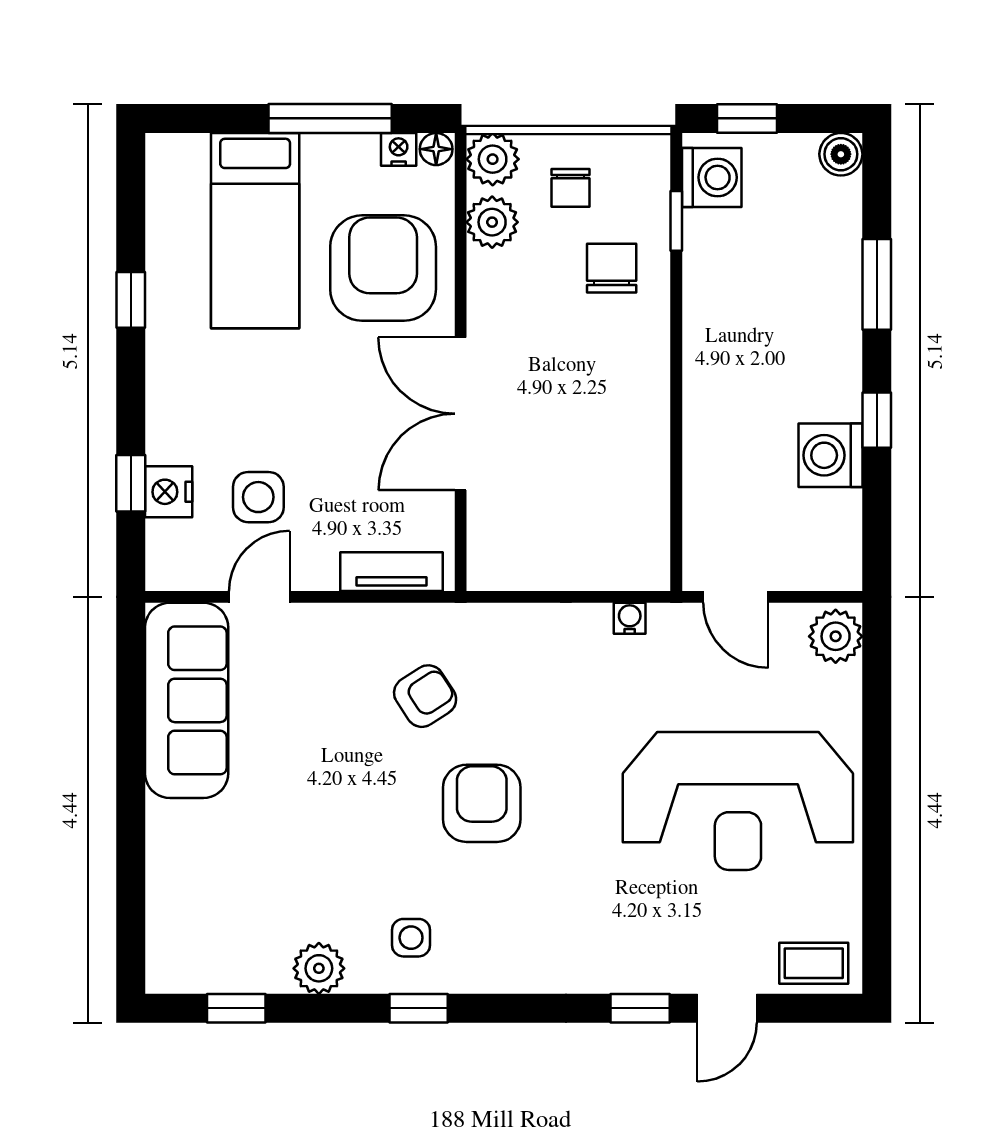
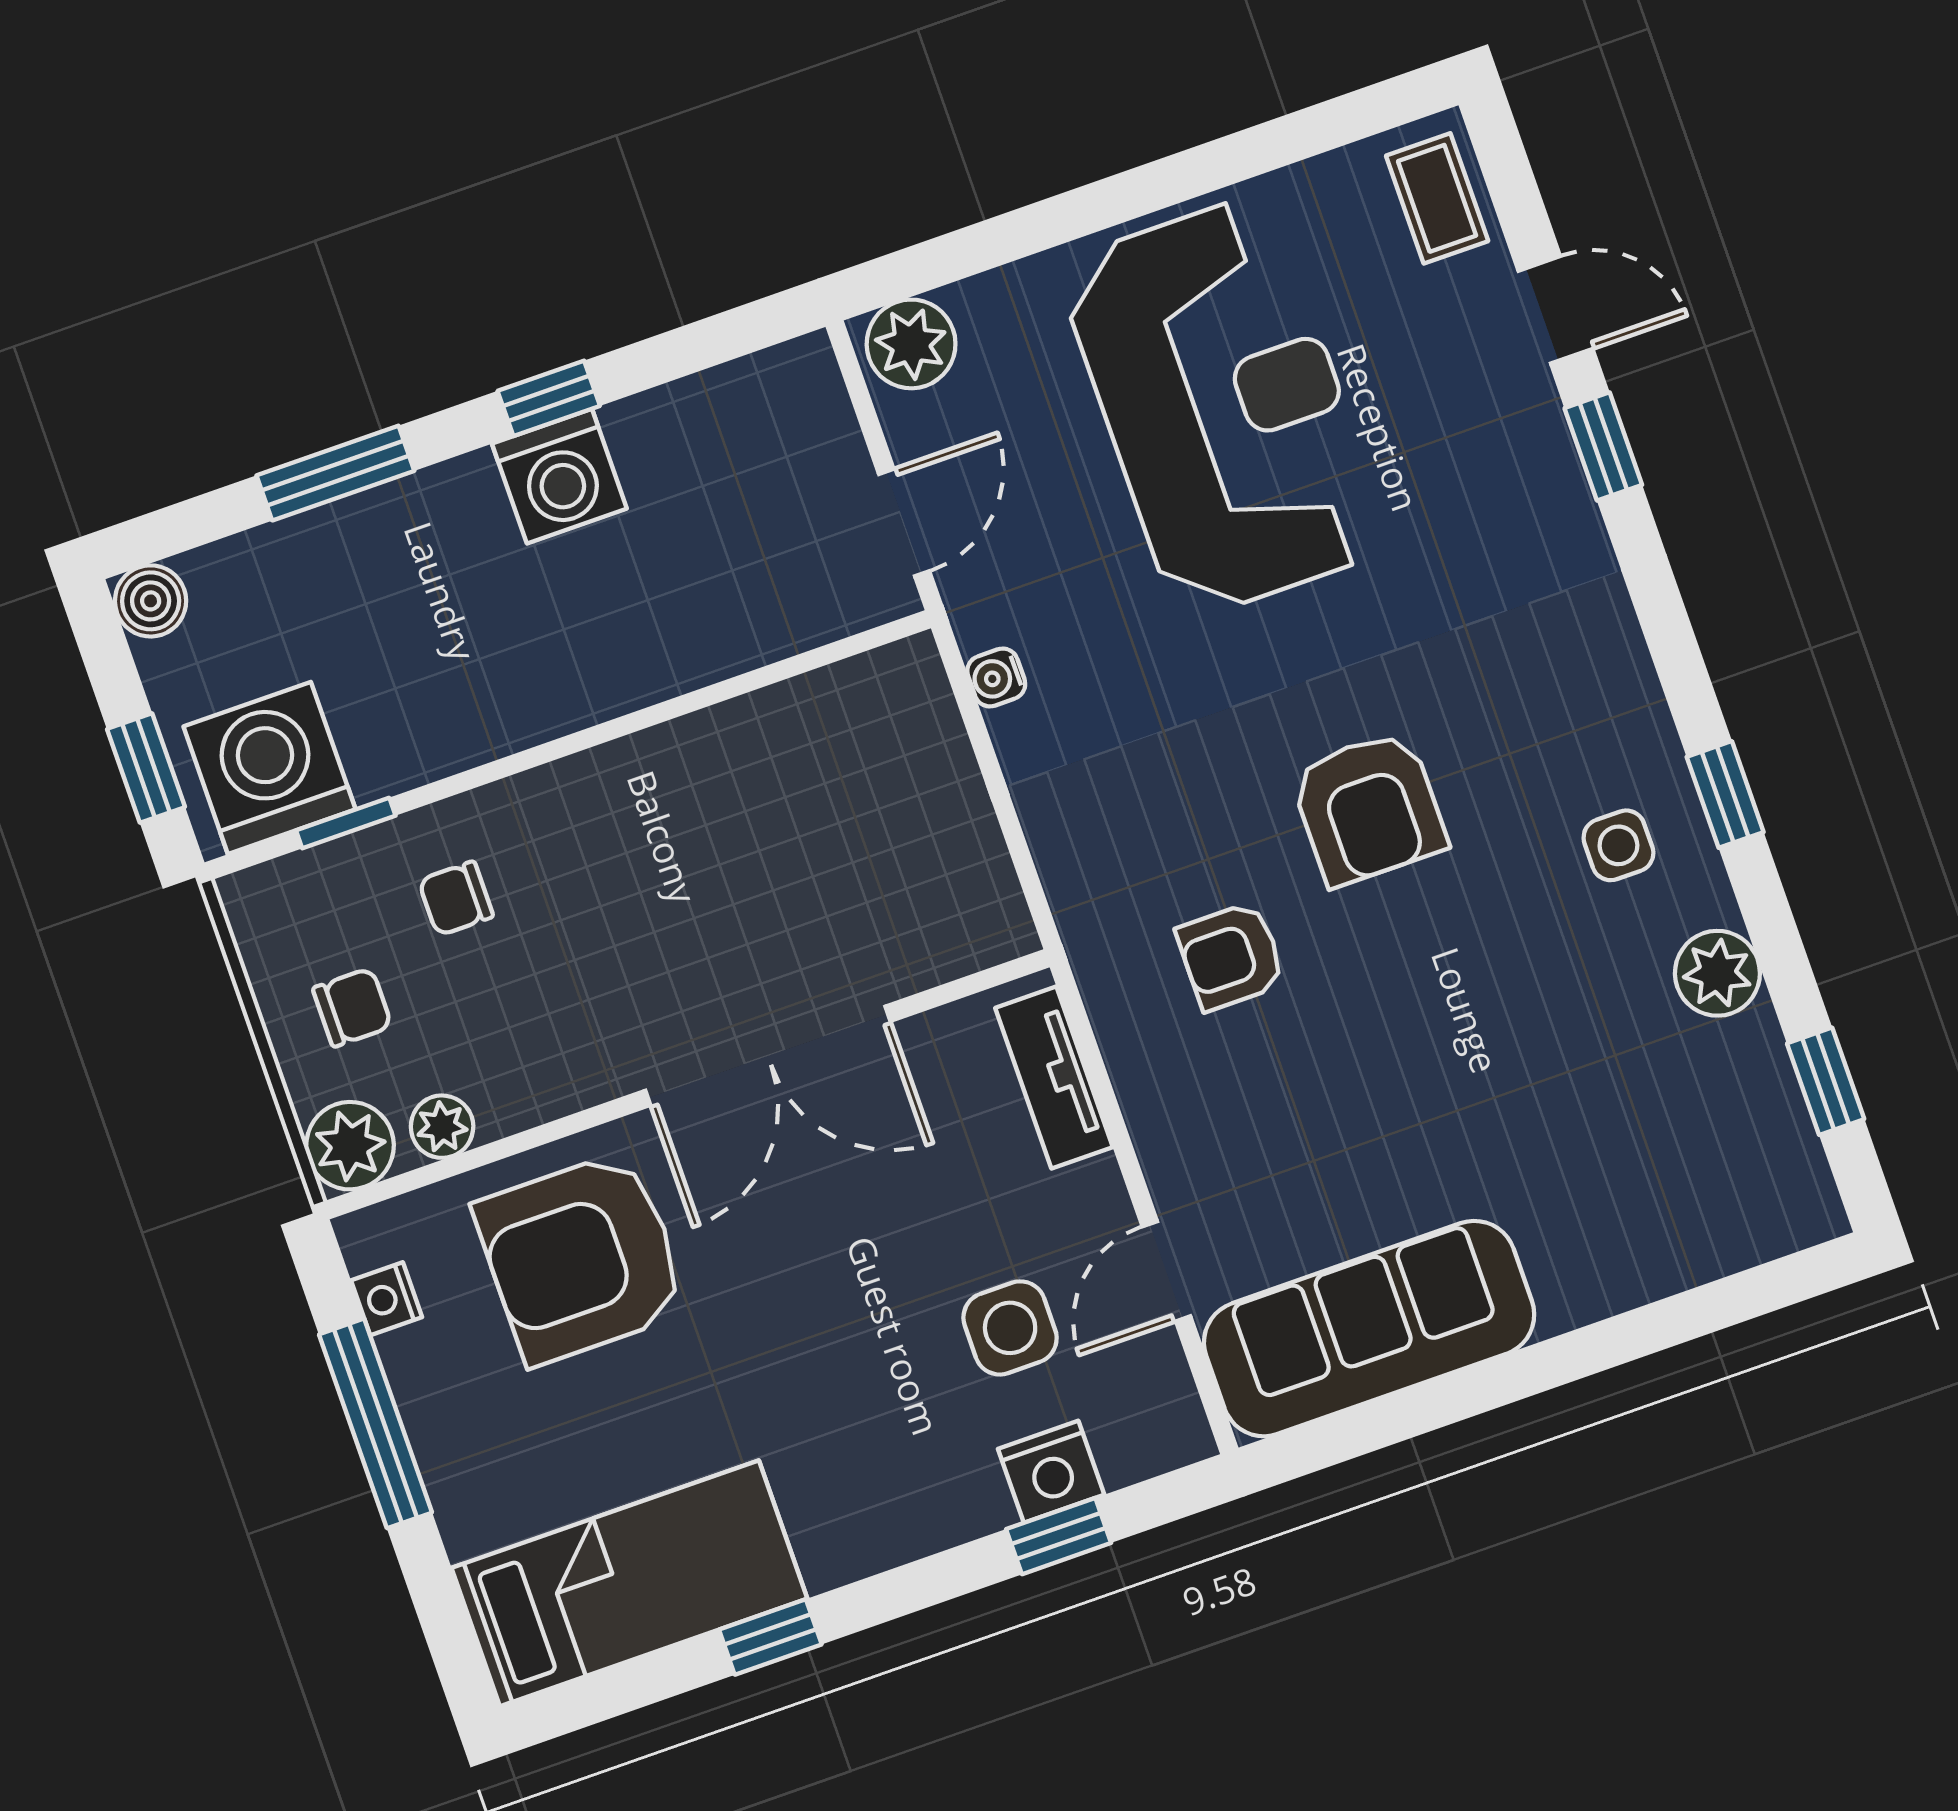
floor lamp: (436, 149) -> (365, 1240), removed
washing machine: (712, 177) -> (269, 768), width x1.37, depth x1.37
plant: (492, 222) -> (442, 1127), width x0.73, depth x0.73
bed: (255, 231) -> (629, 1583), moved
chair: (612, 268) -> (456, 898), width x0.73, depth x0.73
washing machine: (830, 455) -> (559, 476), moved
door: (259, 597) -> (1166, 1271), hinge flipped
armchair: (425, 696) -> (1231, 956), turned -57
armchair: (482, 803) -> (1368, 808), turned -90

